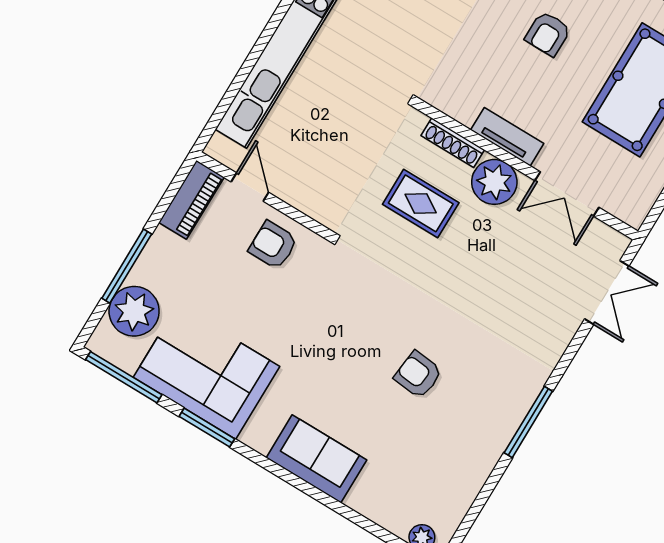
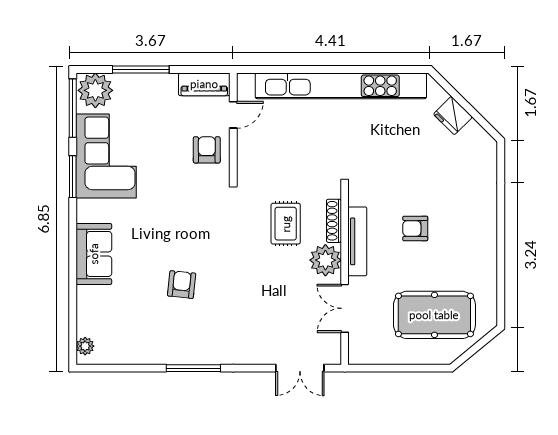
armchair: (548, 34) -> (415, 228), moved
tv unit: (507, 137) -> (357, 241), width x1.41
plant: (134, 311) -> (95, 90), moved

